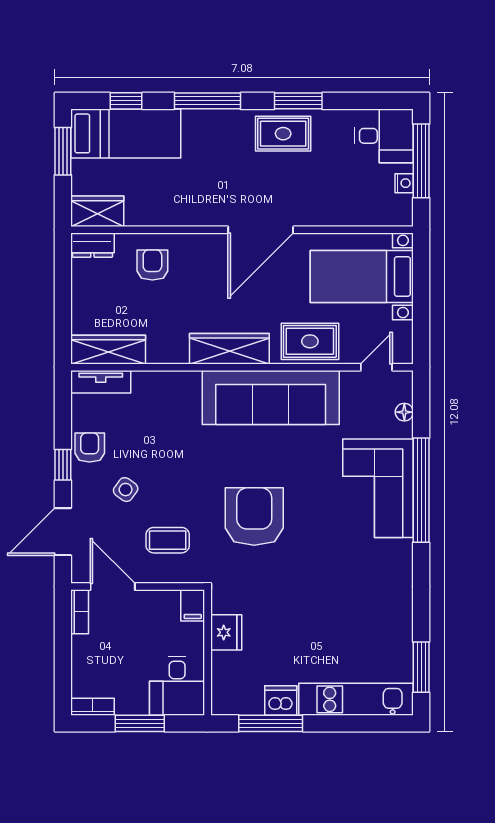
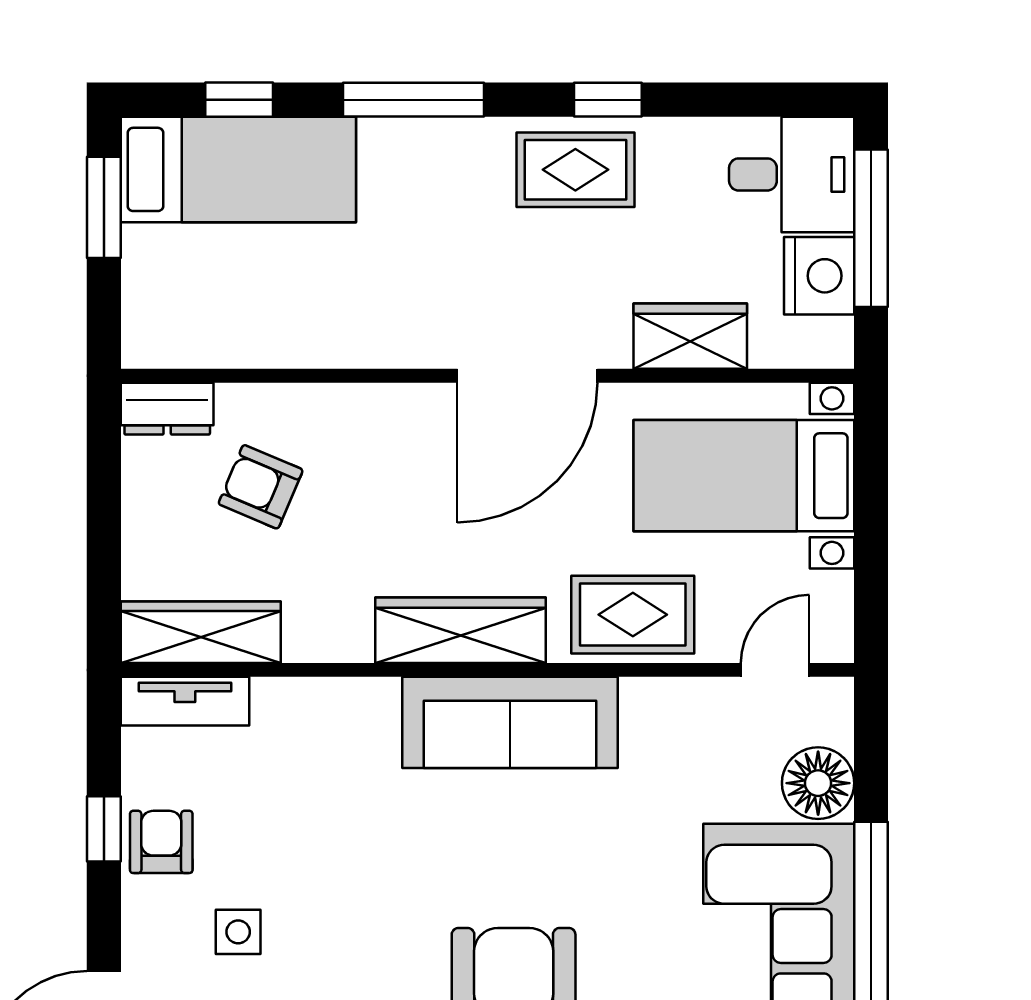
window: (298, 101) -> (608, 100), width x0.67
nightstand: (404, 183) -> (819, 276), width x1.89, depth x1.79
wardrobe: (97, 211) -> (690, 336), moved
armchair: (152, 265) -> (261, 487), moved, turned -67
sofa: (271, 398) -> (510, 722), width x0.74, depth x0.79
floor lamp: (404, 412) -> (818, 783), width x1.89, depth x1.89
window: (63, 465) -> (104, 829), moved
side table: (126, 490) -> (238, 932), turned -36

